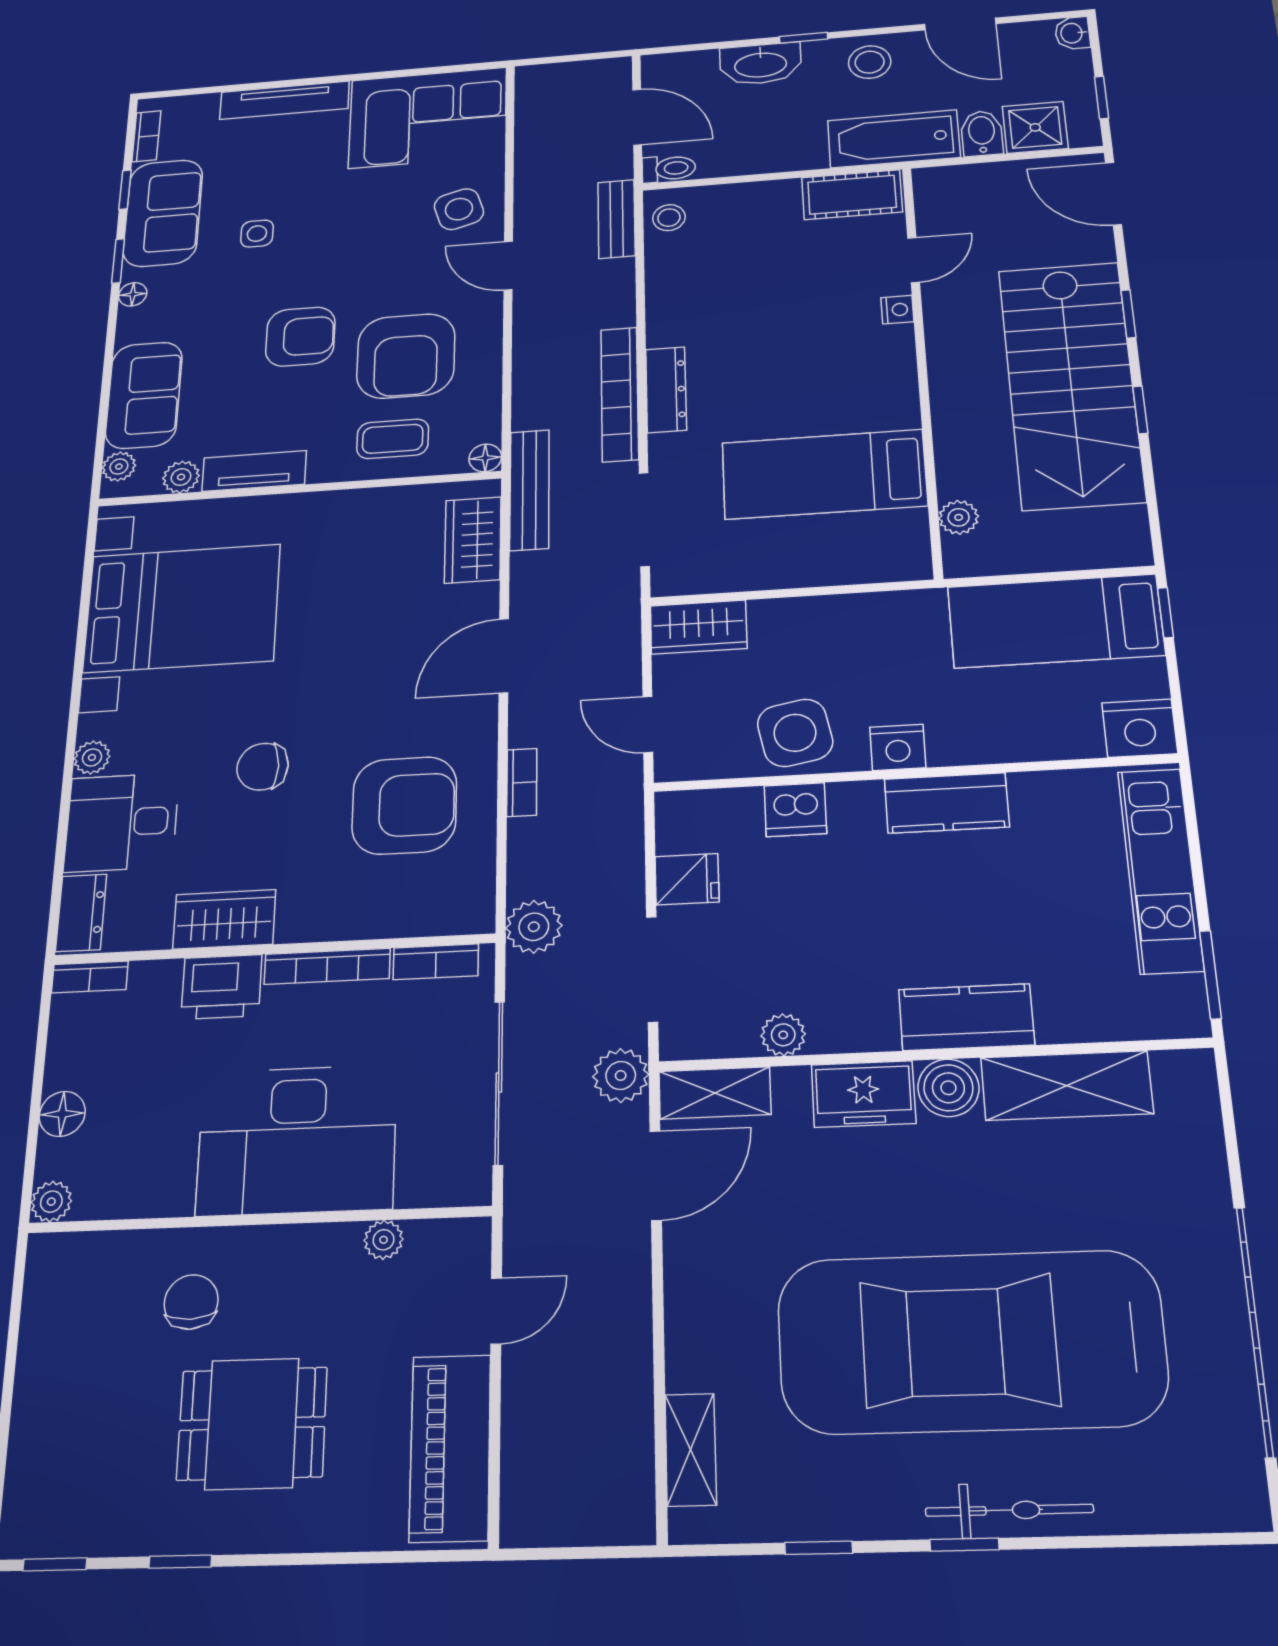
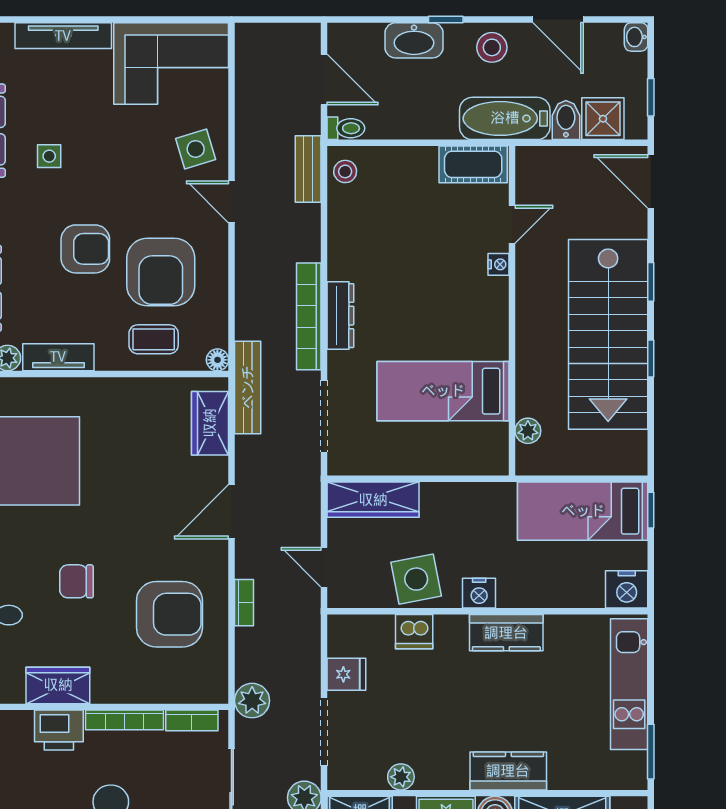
wardrobe: (698, 627) -> (373, 500), width x1.50

